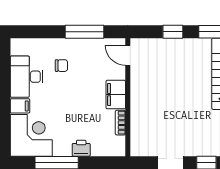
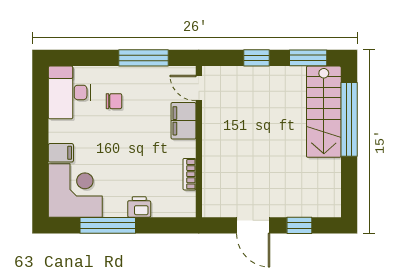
desk: (27, 77) -> (69, 92), moved
filing cabinet: (116, 95) -> (183, 121), moved

